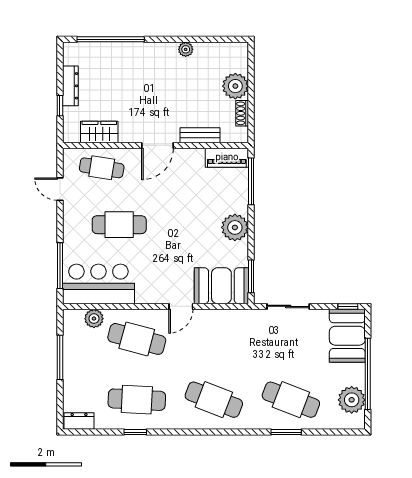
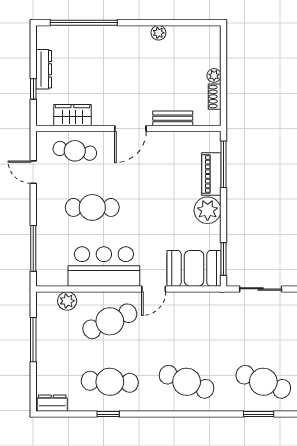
plant: (235, 86) -> (214, 75), width x0.53, depth x0.53
piano: (227, 158) -> (211, 174), moved, turned 90
bar counter: (98, 284) -> (104, 266), moved
cafe table: (137, 339) -> (110, 321), turned -39

